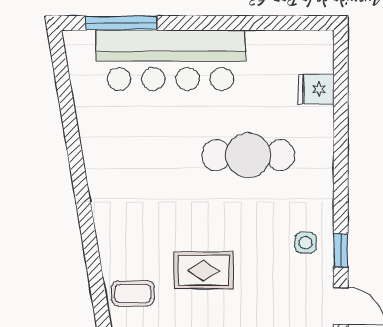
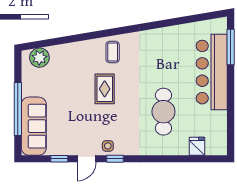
side table: (306, 243) -> (108, 146), moved
coffee table: (133, 293) -> (113, 52), moved

